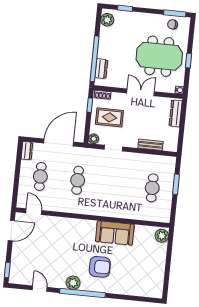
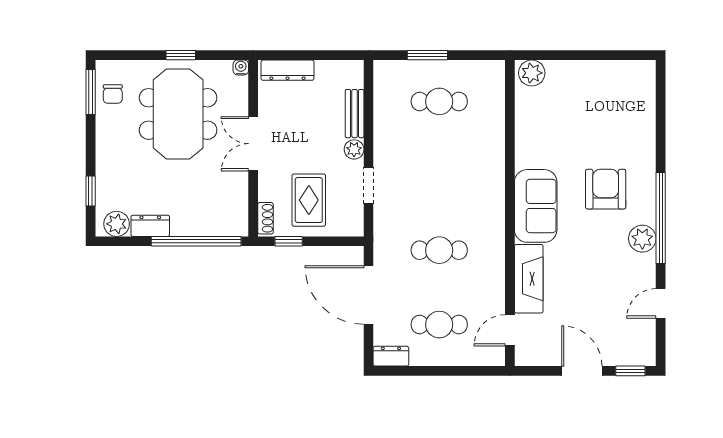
dresser: (101, 69) -> (150, 226), moved
plant: (94, 139) -> (354, 149), moved
fireplace: (59, 224) -> (529, 279), added
door: (11, 231) -> (582, 371), moved
sofa: (115, 233) -> (536, 206), moved

